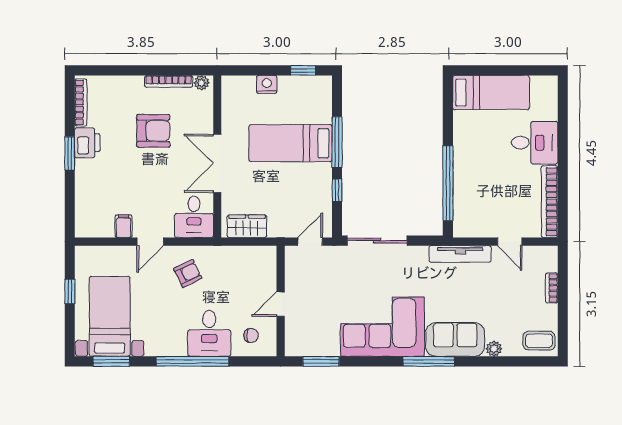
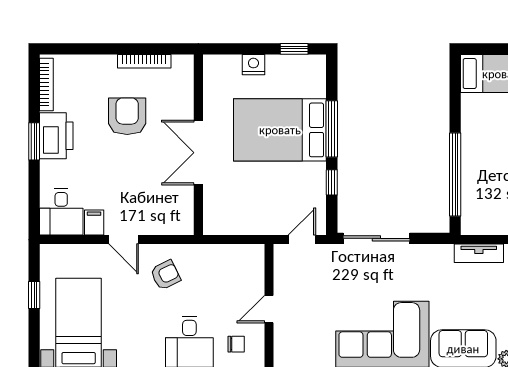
plant: (202, 83) -> (181, 63), removed
armchair: (153, 131) -> (127, 116), turned -90
printer: (87, 143) -> (56, 136), width x1.37, depth x1.19
bed: (291, 143) -> (280, 130), width x1.50
desk: (194, 217) -> (61, 212), moved
wardrobe: (247, 226) -> (231, 222), removed
door: (150, 242) -> (124, 240), hinge flipped
tv unit: (460, 254) -> (479, 253), width x0.71

